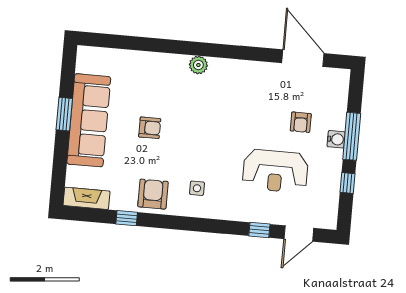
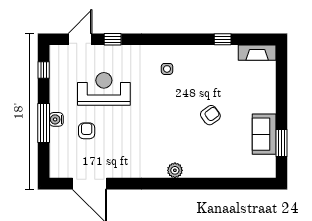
window: (64, 114) -> (282, 143), moved
sofa: (89, 120) -> (264, 134), width x0.54, depth x0.79
armchair: (150, 128) -> (210, 115), turned 144
window: (348, 183) -> (44, 70), moved
armchair: (153, 194) -> (203, 61), removed

